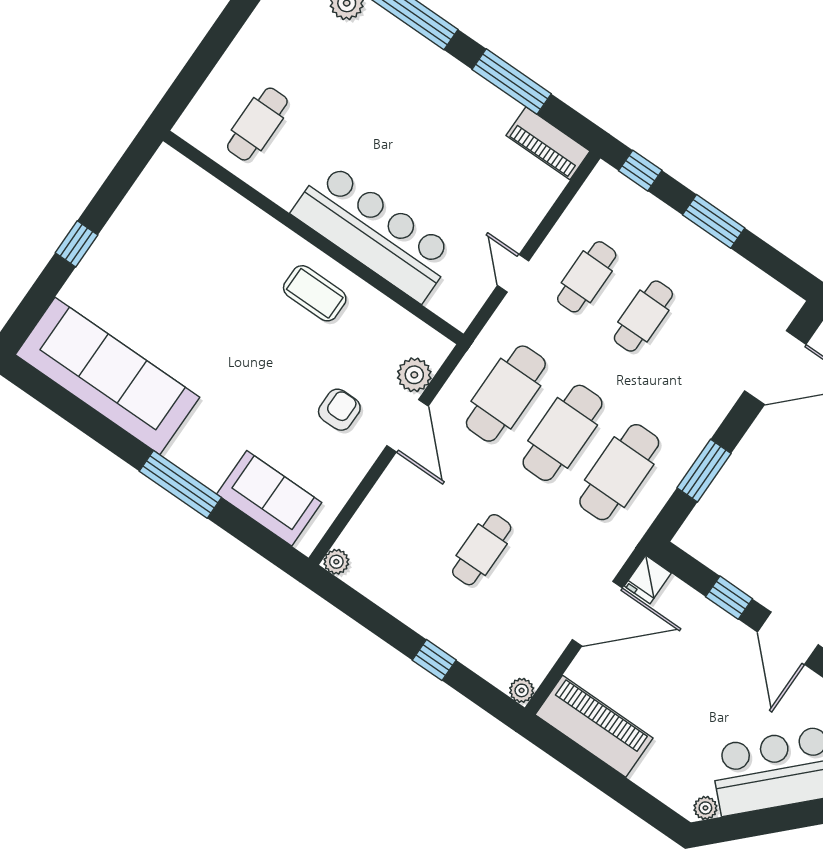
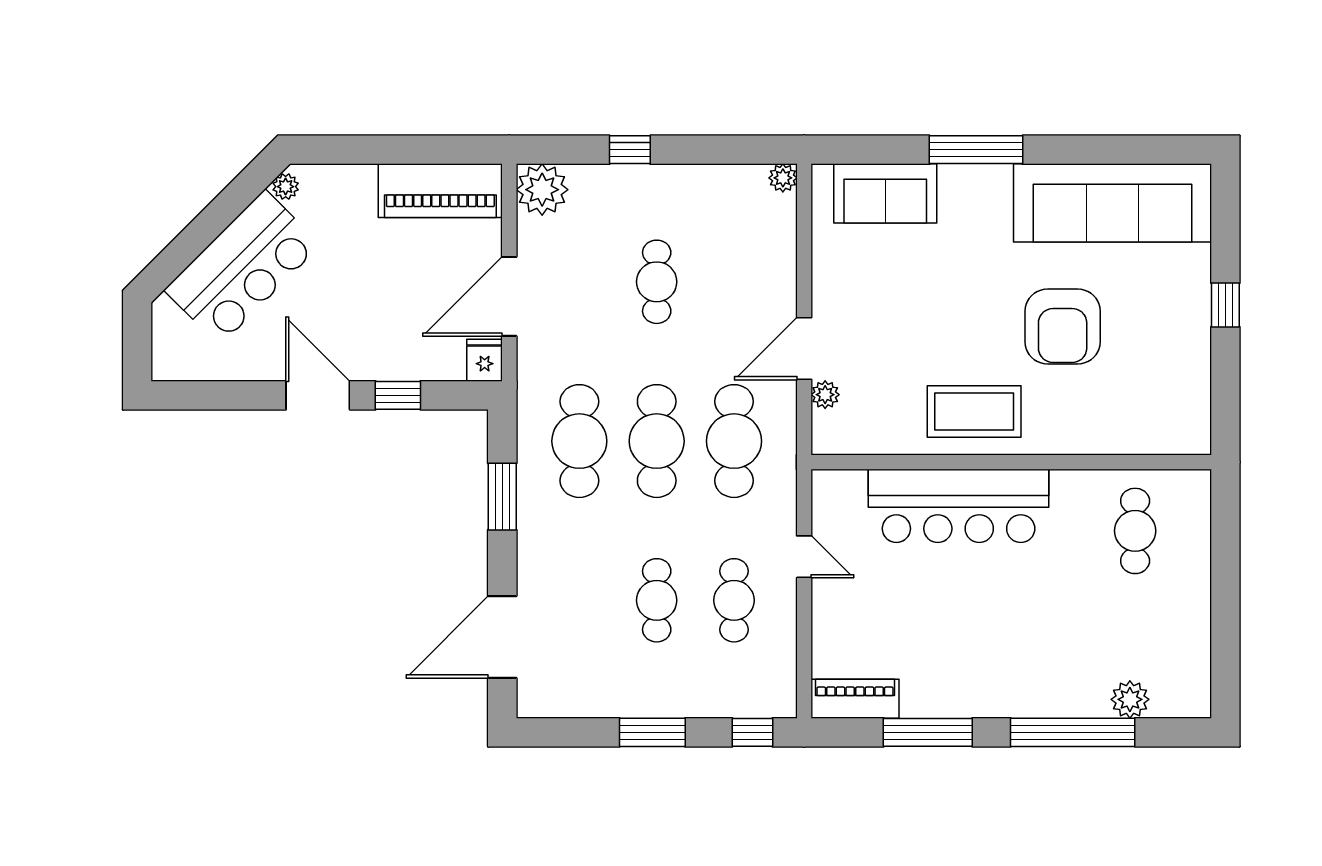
coffee table: (315, 293) -> (974, 412), width x1.36, depth x1.32
plant: (414, 375) -> (825, 395), width x0.73, depth x0.73
armchair: (339, 410) -> (1063, 327), moved, width x1.88, depth x1.88
door: (407, 426) -> (804, 349), hinge flipped
plant: (522, 690) -> (542, 190), width x1.88, depth x1.88

